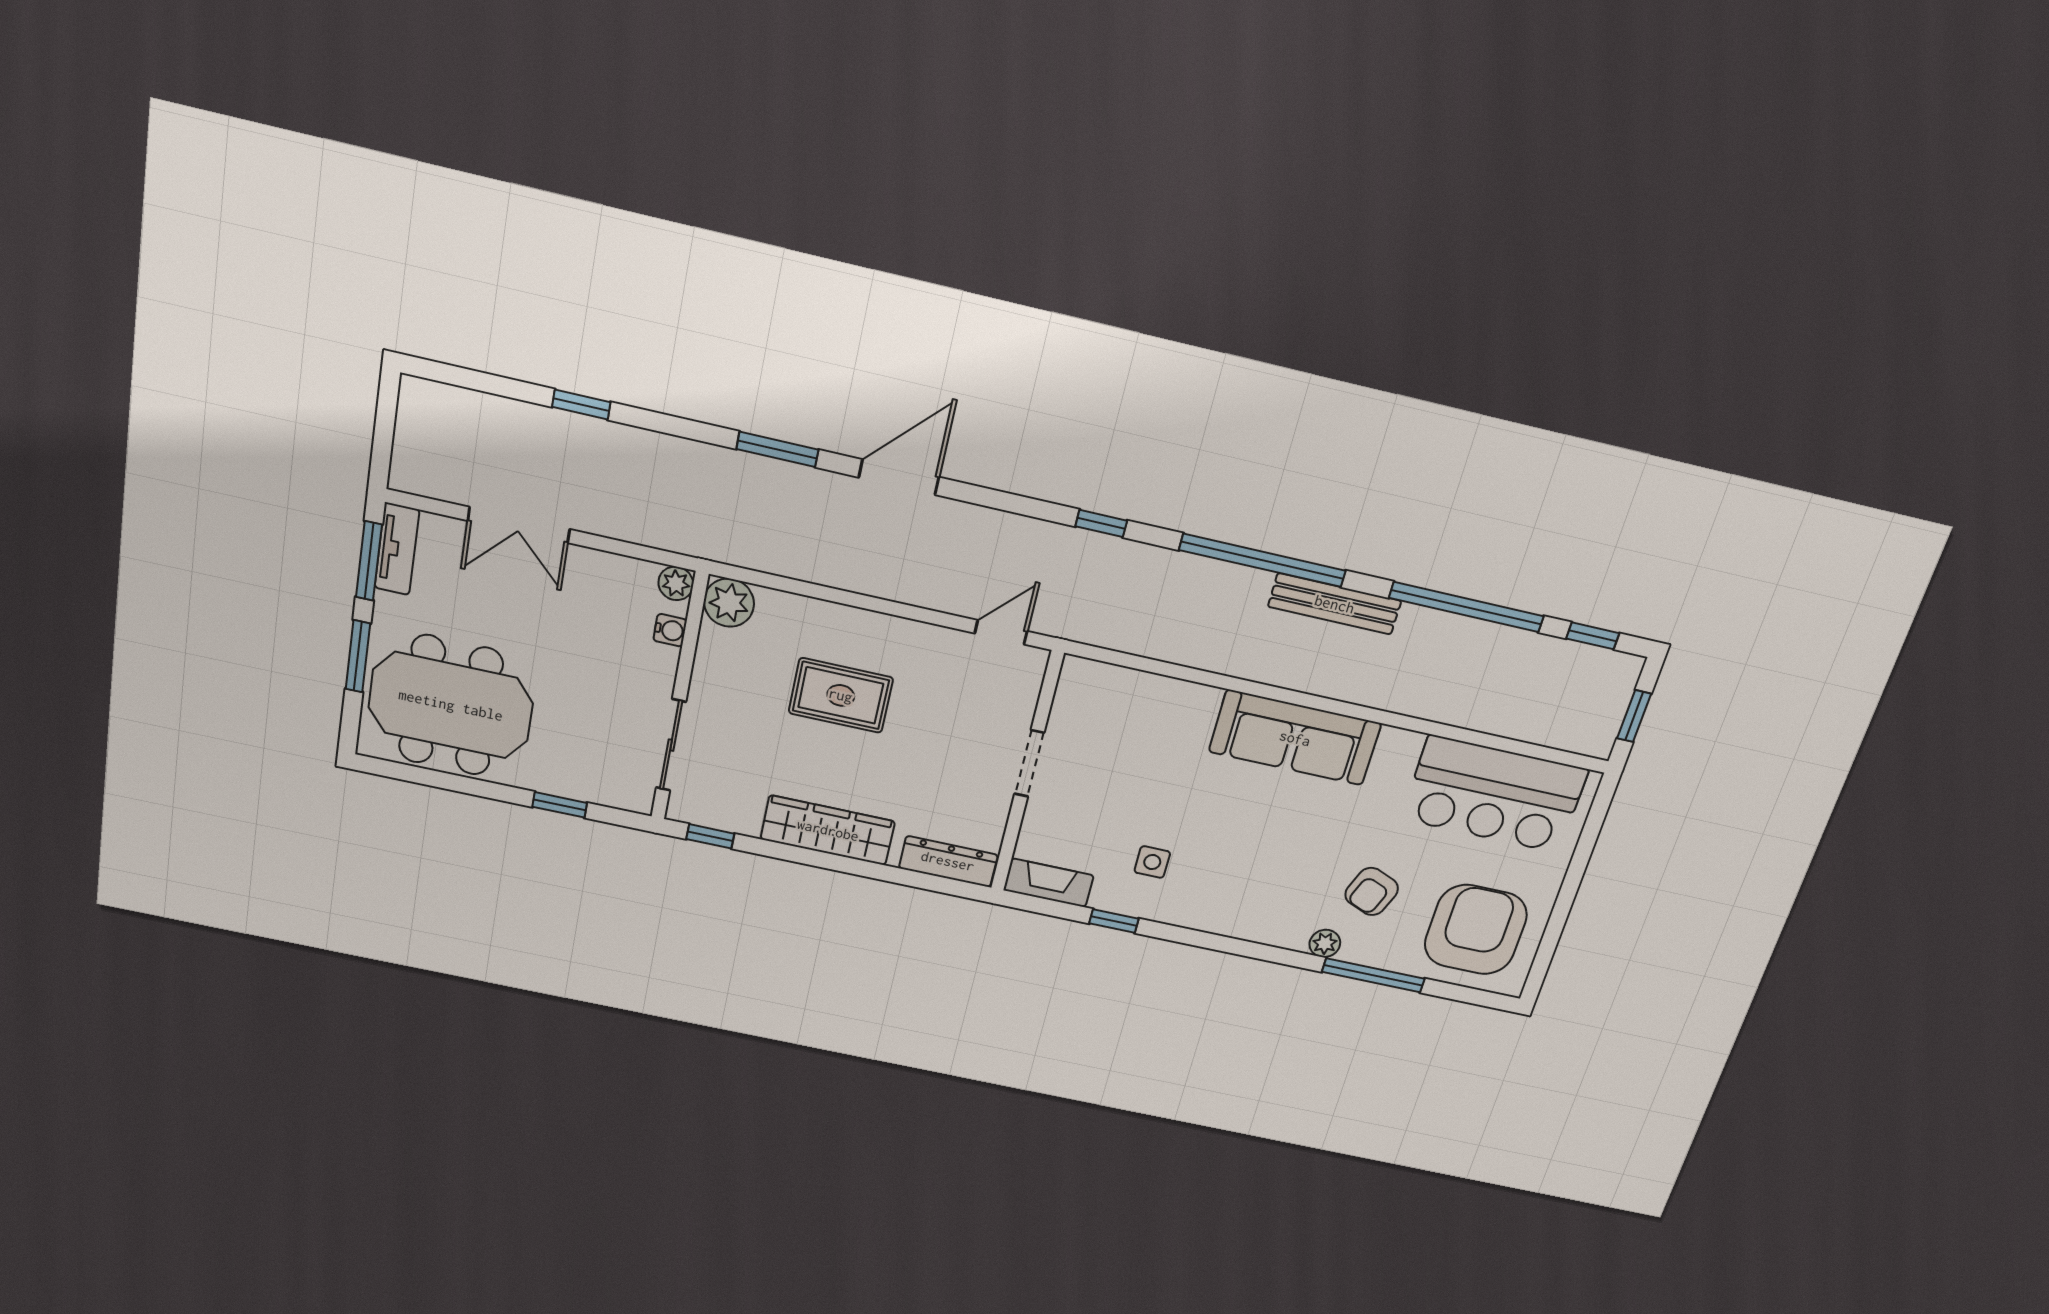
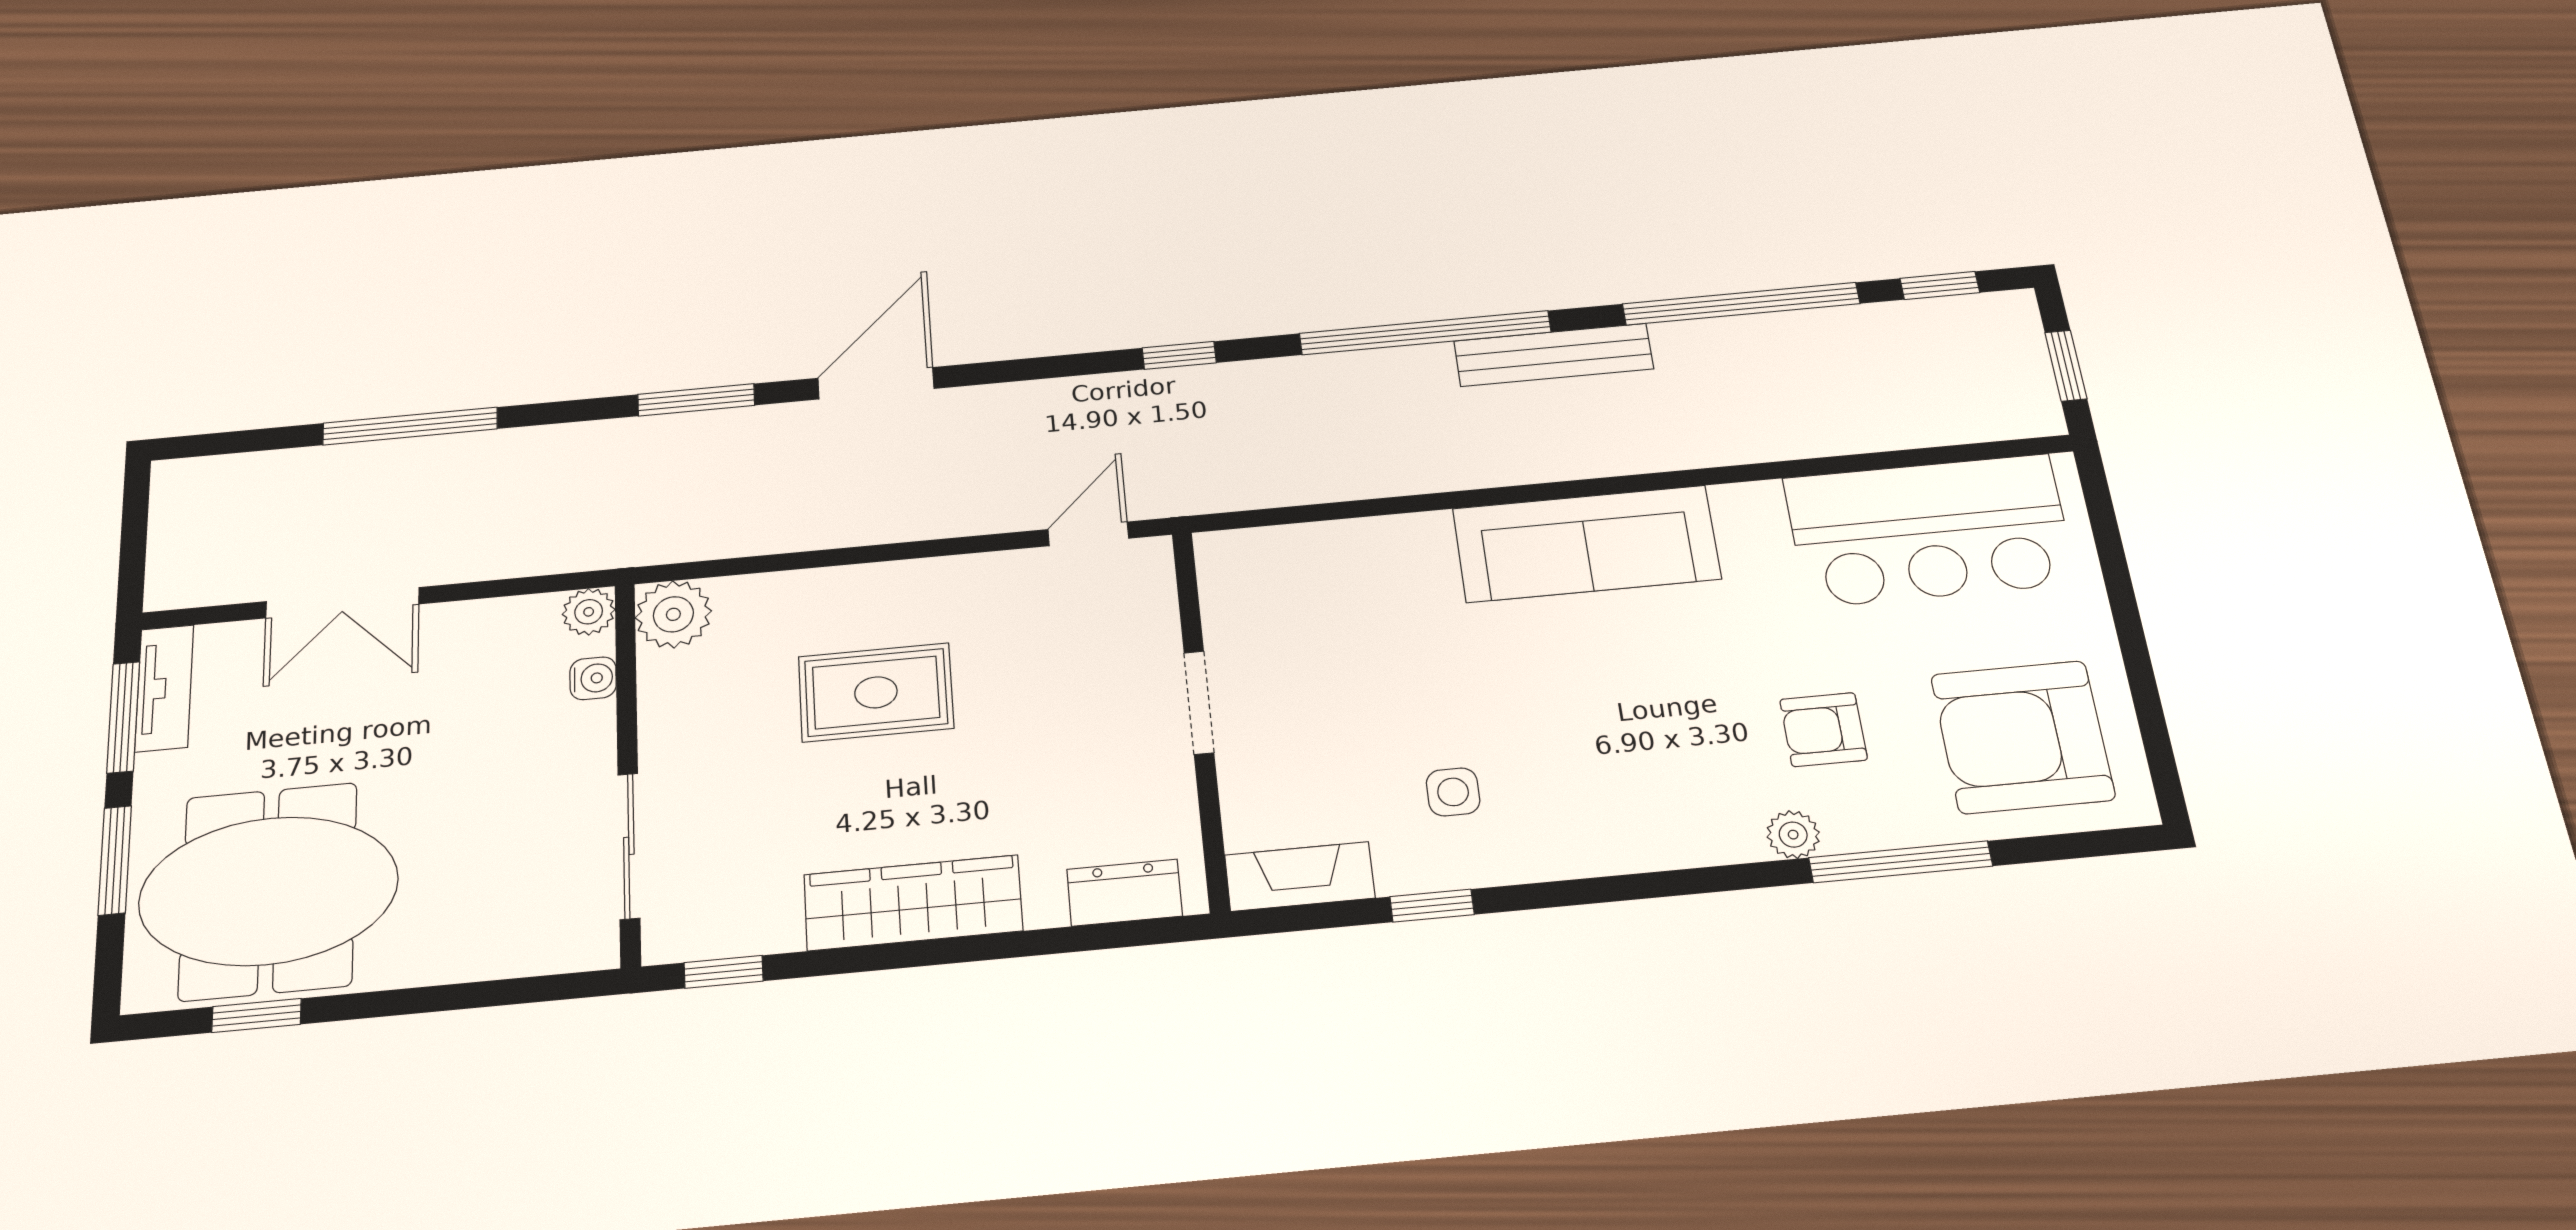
window: (581, 404) -> (410, 426), width x2.17
window: (560, 805) -> (257, 1015), moved
dresser: (948, 861) -> (1125, 893), width x0.70
armchair: (1372, 892) -> (1823, 730), turned 68
armchair: (1476, 930) -> (2023, 737), turned -90

